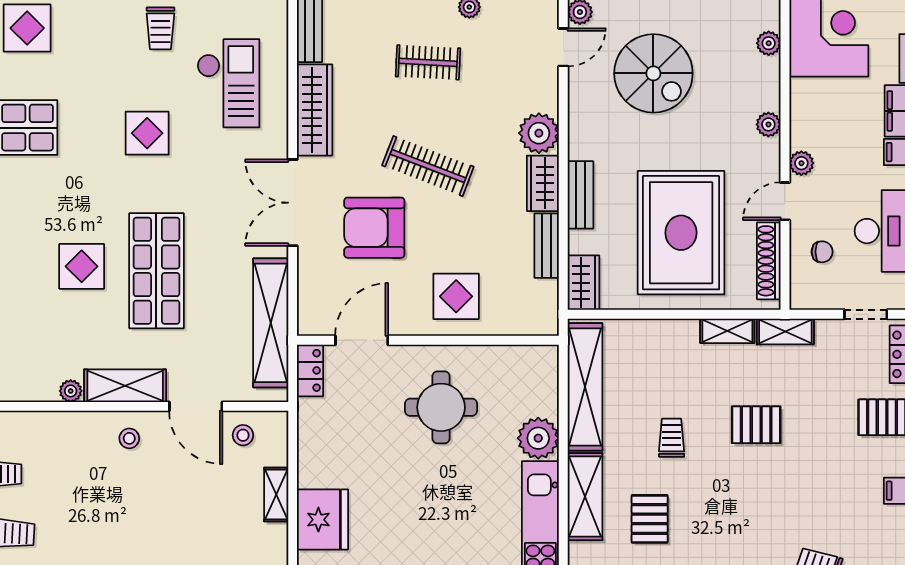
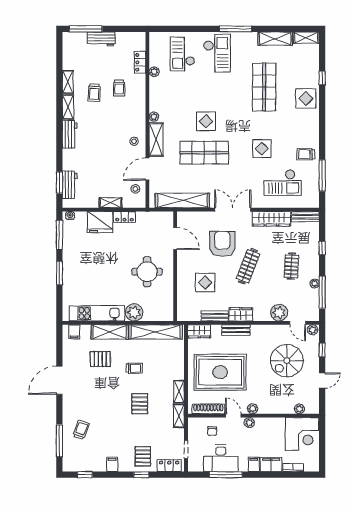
plant: (768, 124) -> (253, 409), moved
plant: (539, 133) -> (279, 313), moved
display table: (456, 296) -> (205, 283), moved
locker: (310, 370) -> (124, 217), moved

